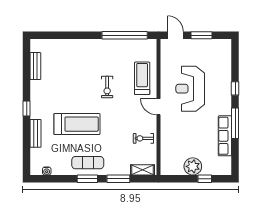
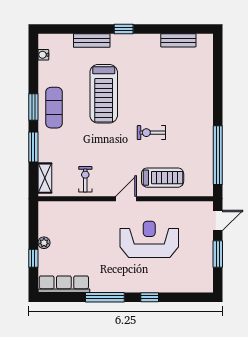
row of seats: (225, 136) -> (64, 284), moved
plant: (193, 166) -> (44, 243), width x0.53, depth x0.53

